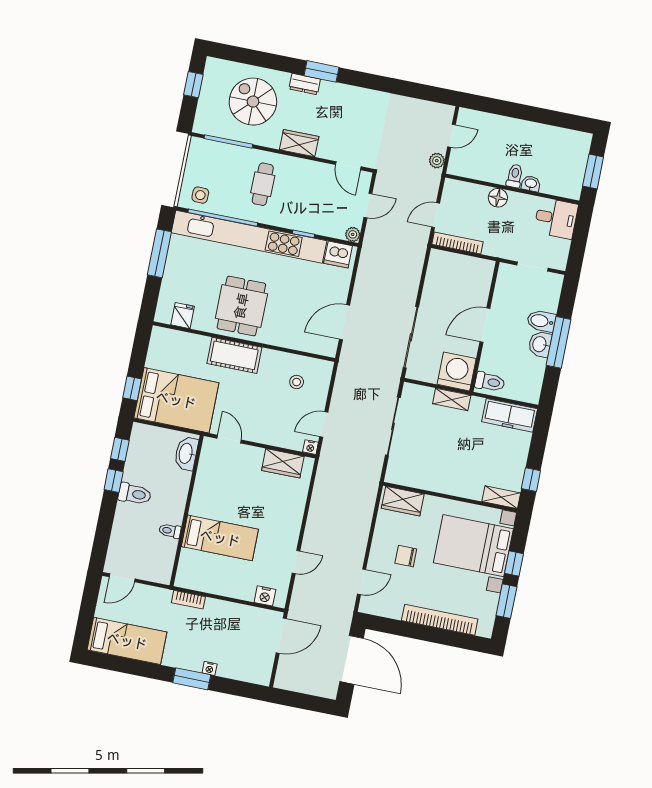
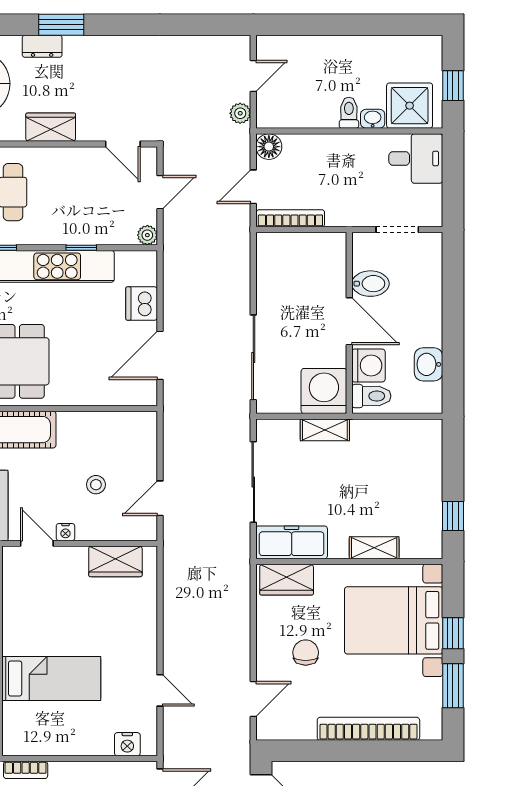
window: (593, 171) -> (453, 86), width x0.67
shower: (559, 180) -> (410, 106), added
floor lamp: (498, 198) -> (269, 147), moved
dishwasher: (338, 254) -> (142, 303), moved, turned 90
bidet: (541, 321) -> (370, 284), moved, turned 180
door: (485, 325) -> (349, 321), swing flipped
window: (559, 342) -> (453, 324), removed
washbasin: (540, 344) -> (428, 364), moved
washing machine: (492, 360) -> (368, 366), added
stool: (297, 382) -> (96, 485), moved
freezer: (510, 415) -> (292, 542), moved, turned 180
nightstand: (310, 447) -> (65, 532), moved
shelving: (501, 497) -> (374, 548), moved
chair: (406, 556) -> (306, 653), turned 90
door: (296, 562) -> (160, 690), hinge flipped

